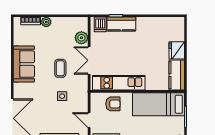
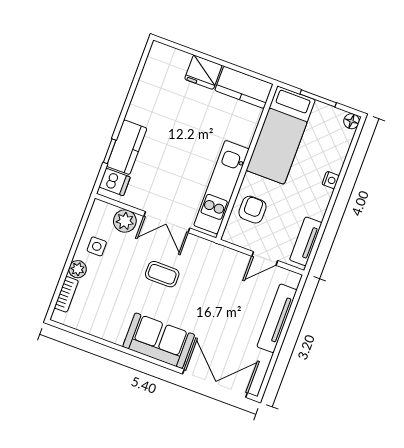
sofa: (24, 64) -> (159, 341), moved
side table: (62, 96) -> (97, 246), moved

